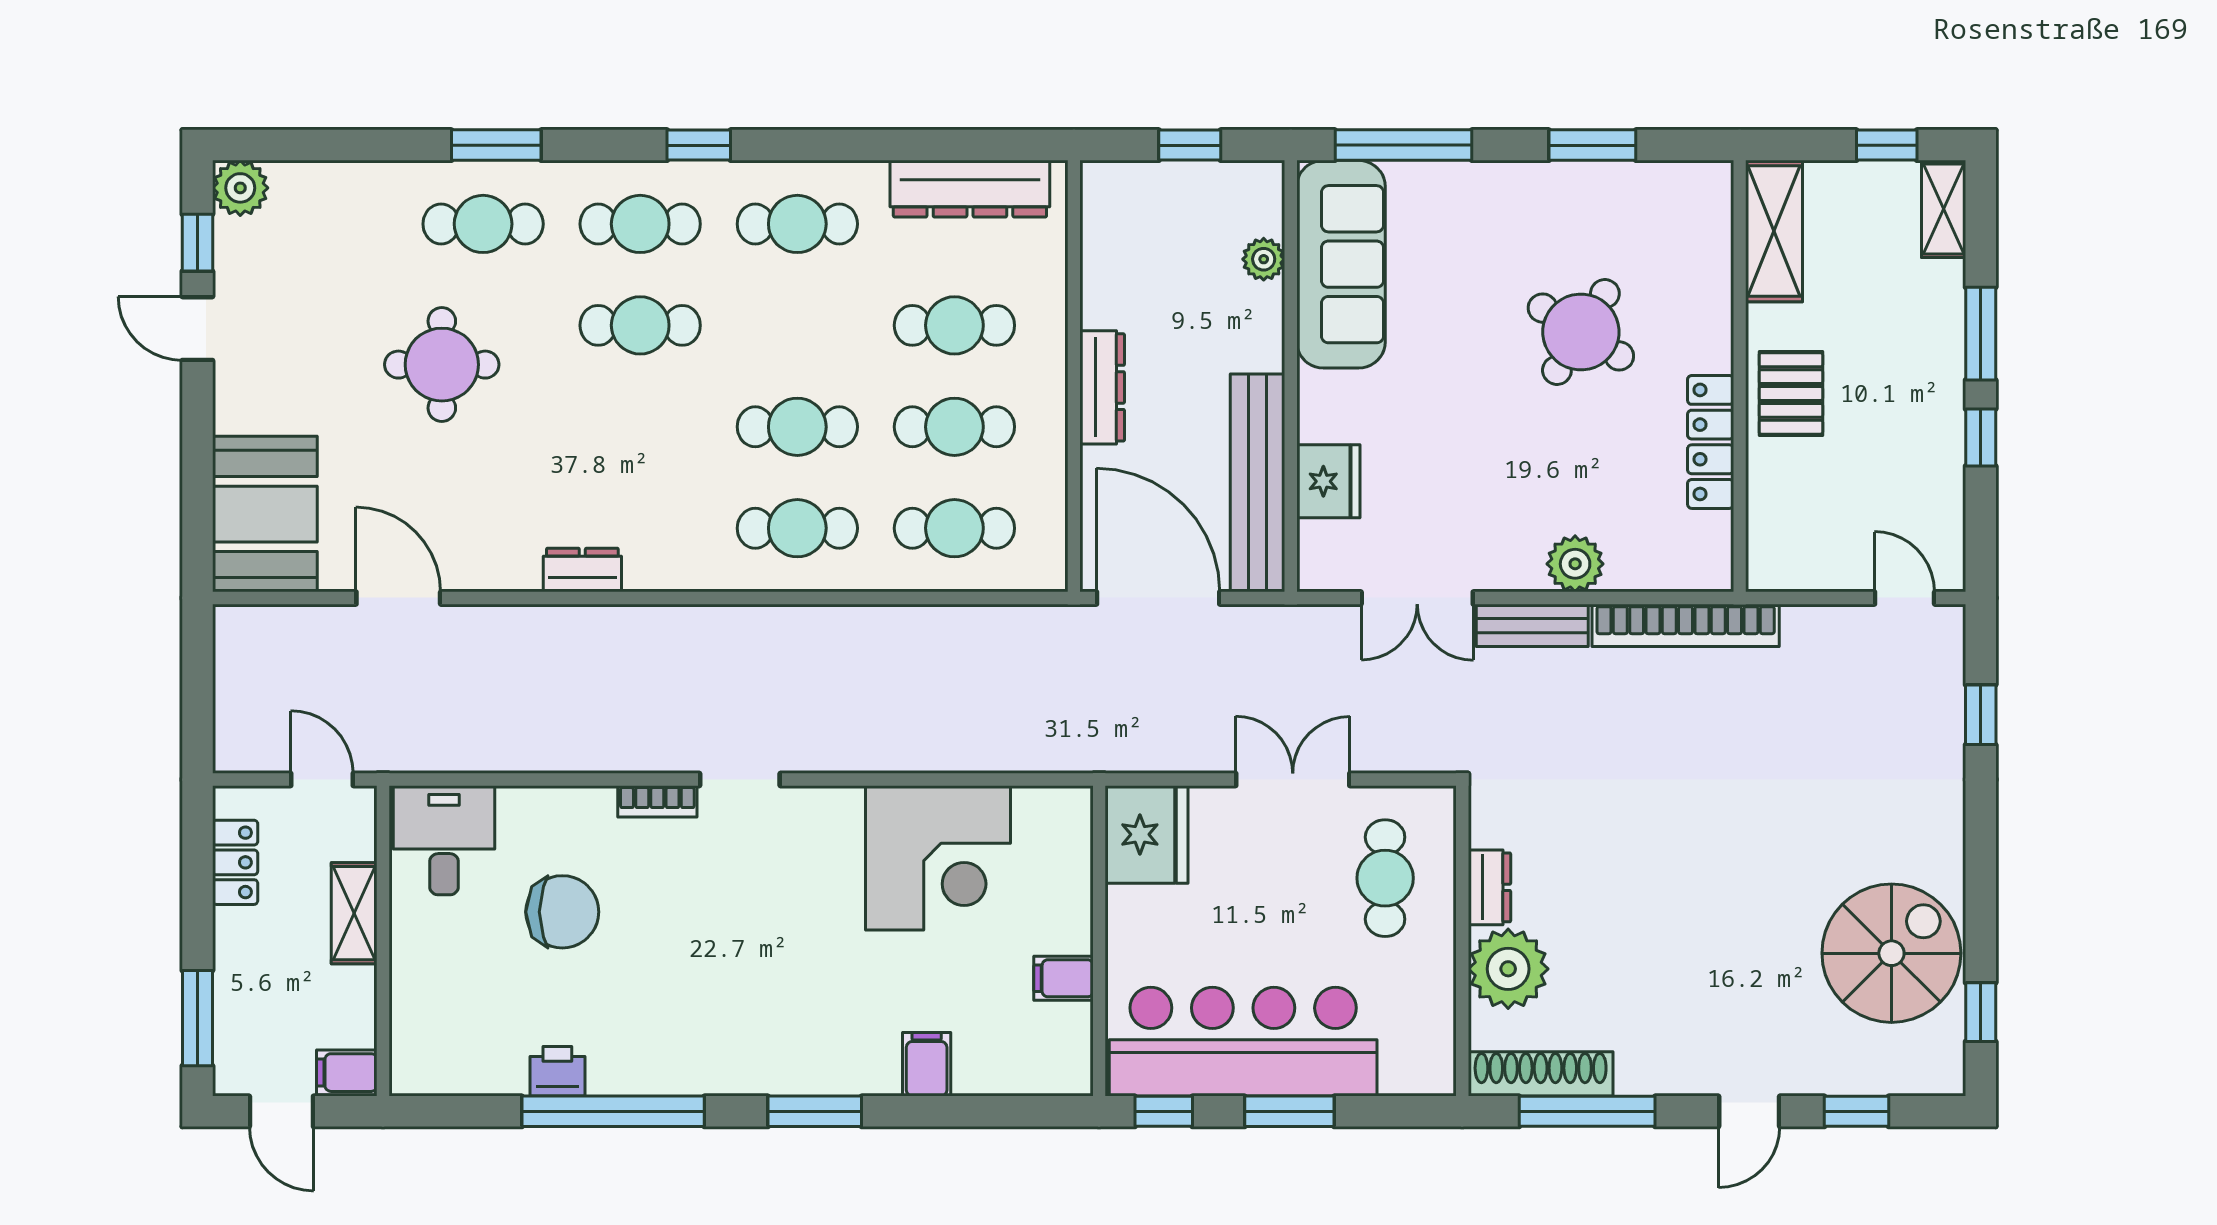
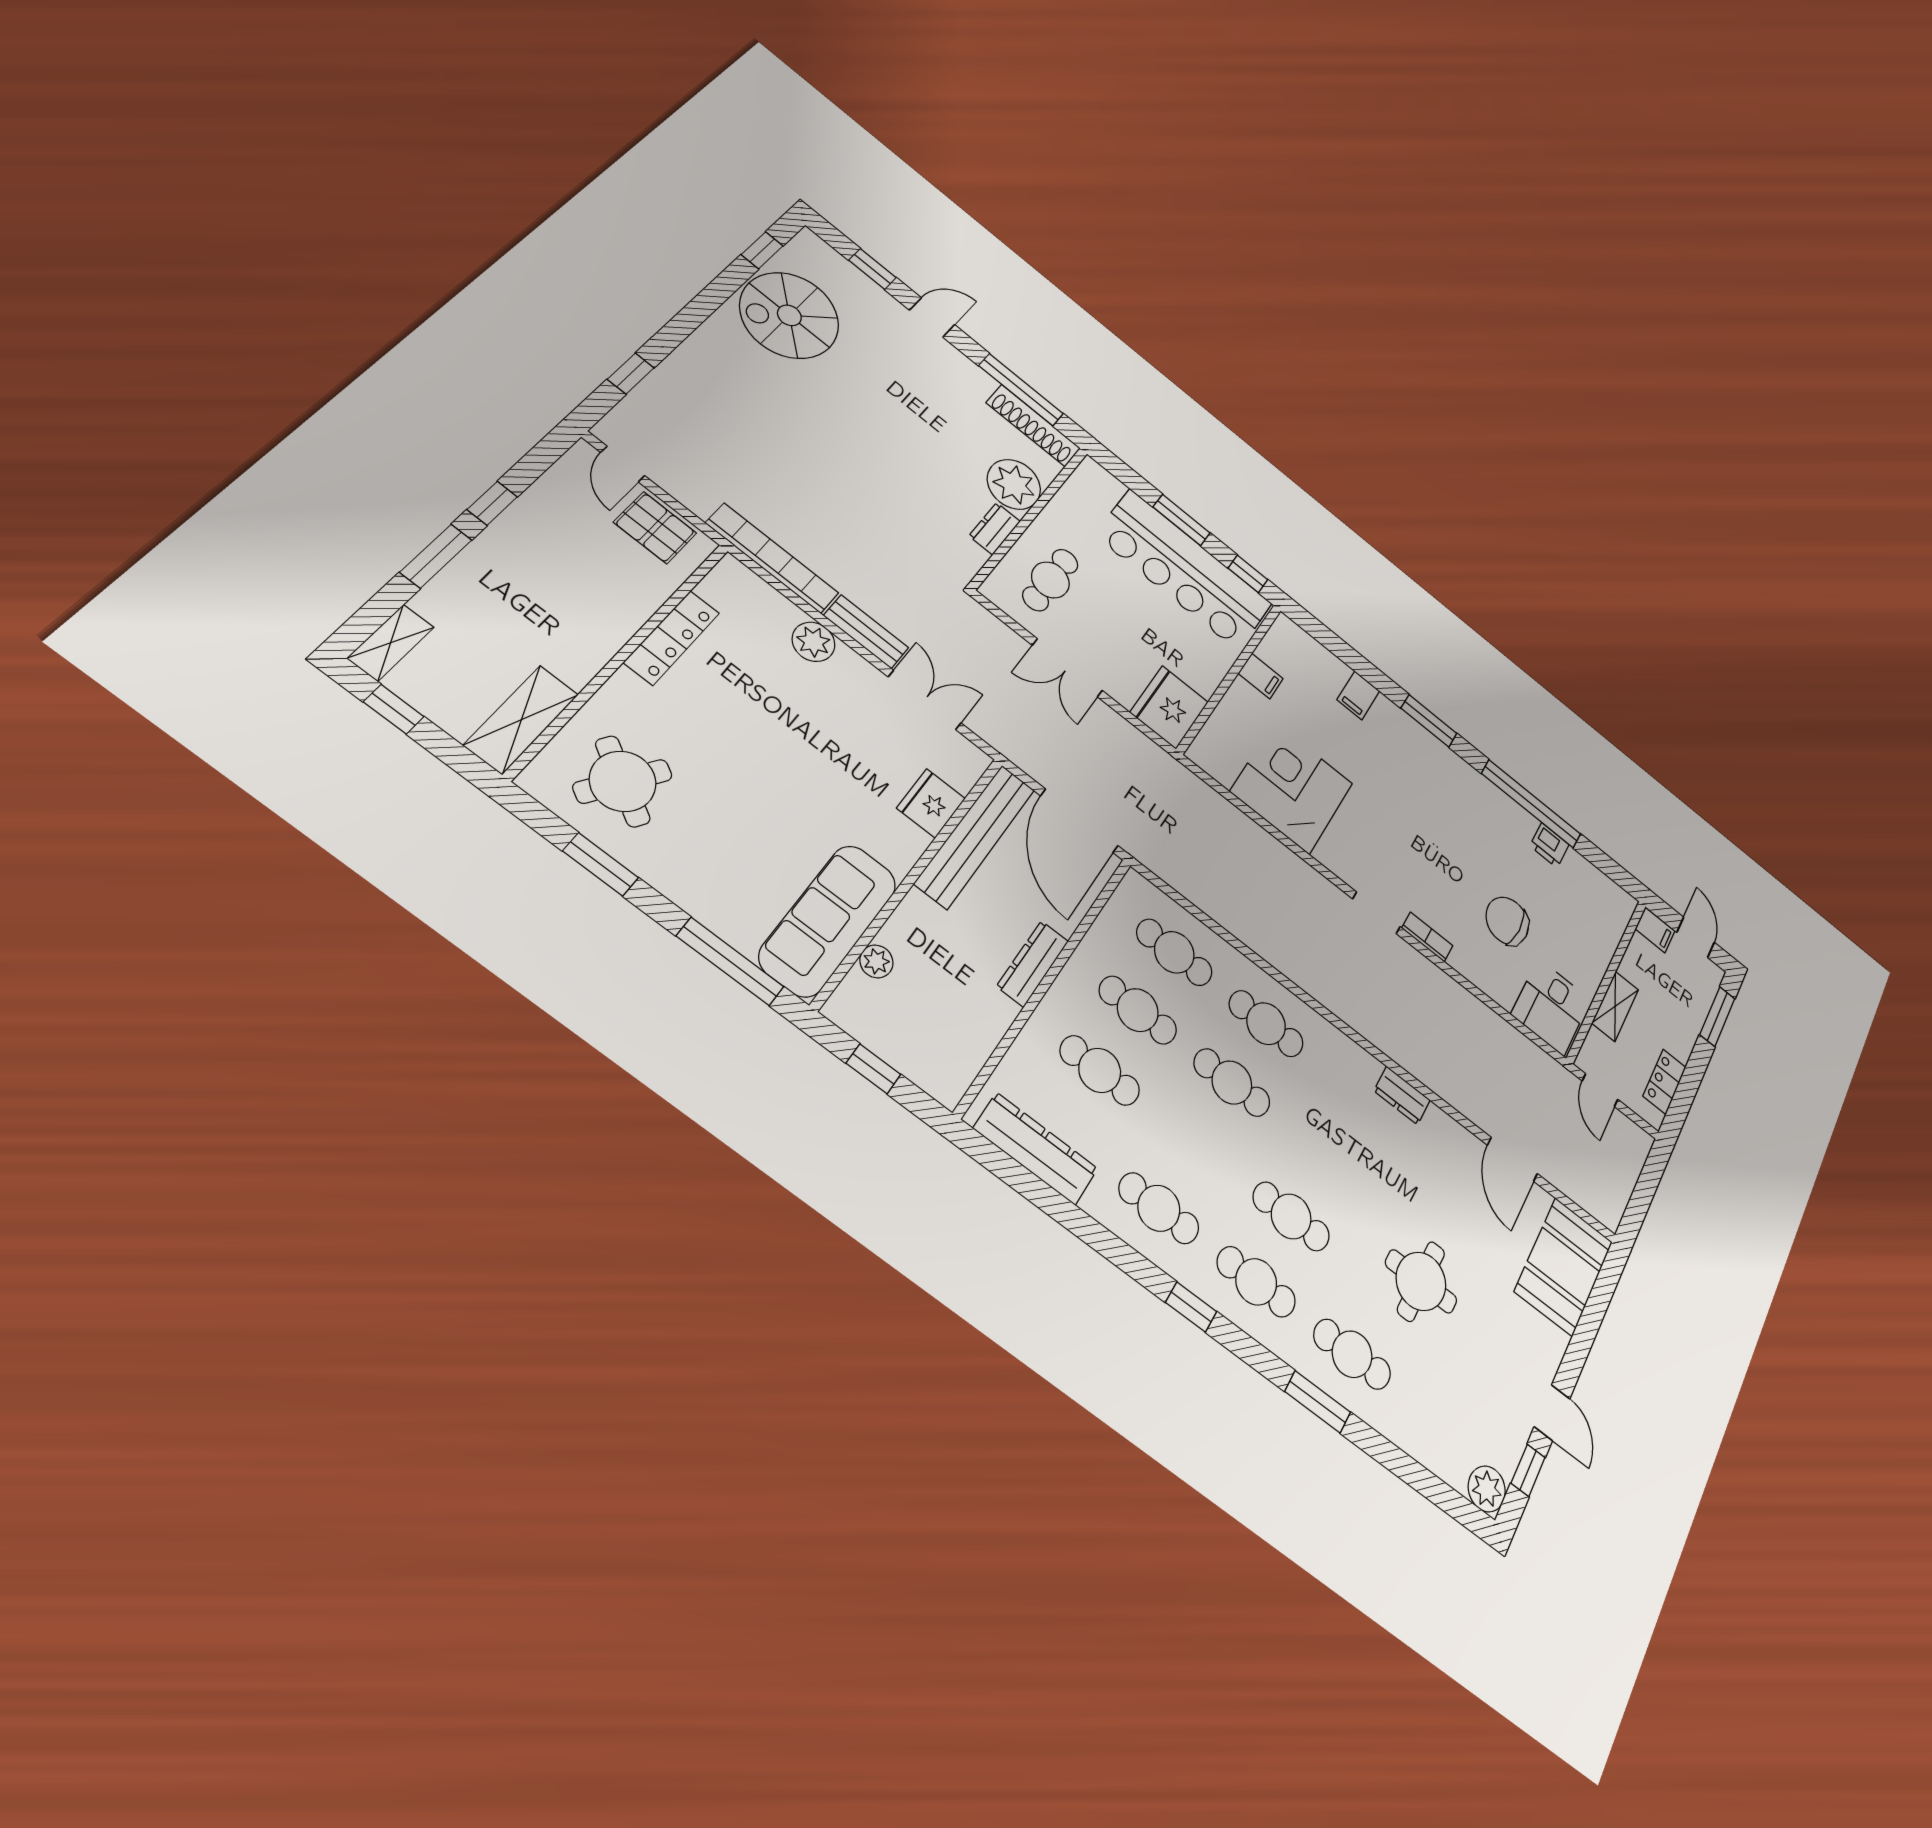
round table: (1581, 332) -> (623, 781), moved
pallet: (1791, 393) -> (655, 528), moved, turned 90

